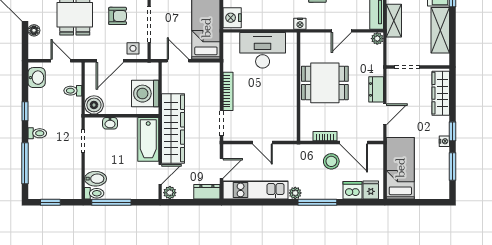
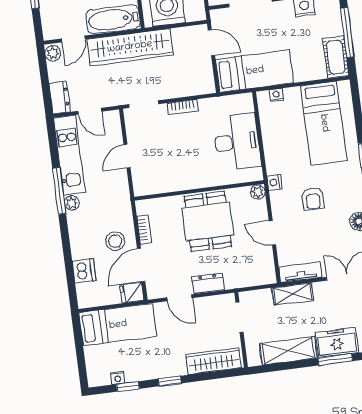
nightstand: (232, 18) -> (276, 95), width x0.53, depth x0.56
plant: (377, 39) -> (258, 192), moved
door: (178, 61) -> (211, 43), hinge flipped
bookcase: (228, 91) -> (183, 107), width x0.64
nightstand: (444, 141) -> (118, 378), moved
window: (452, 167) -> (128, 386), width x0.67
door: (160, 174) -> (73, 39), hinge flipped
fridge: (371, 190) -> (132, 293), moved, turned 180
window: (317, 202) -> (59, 191), moved

